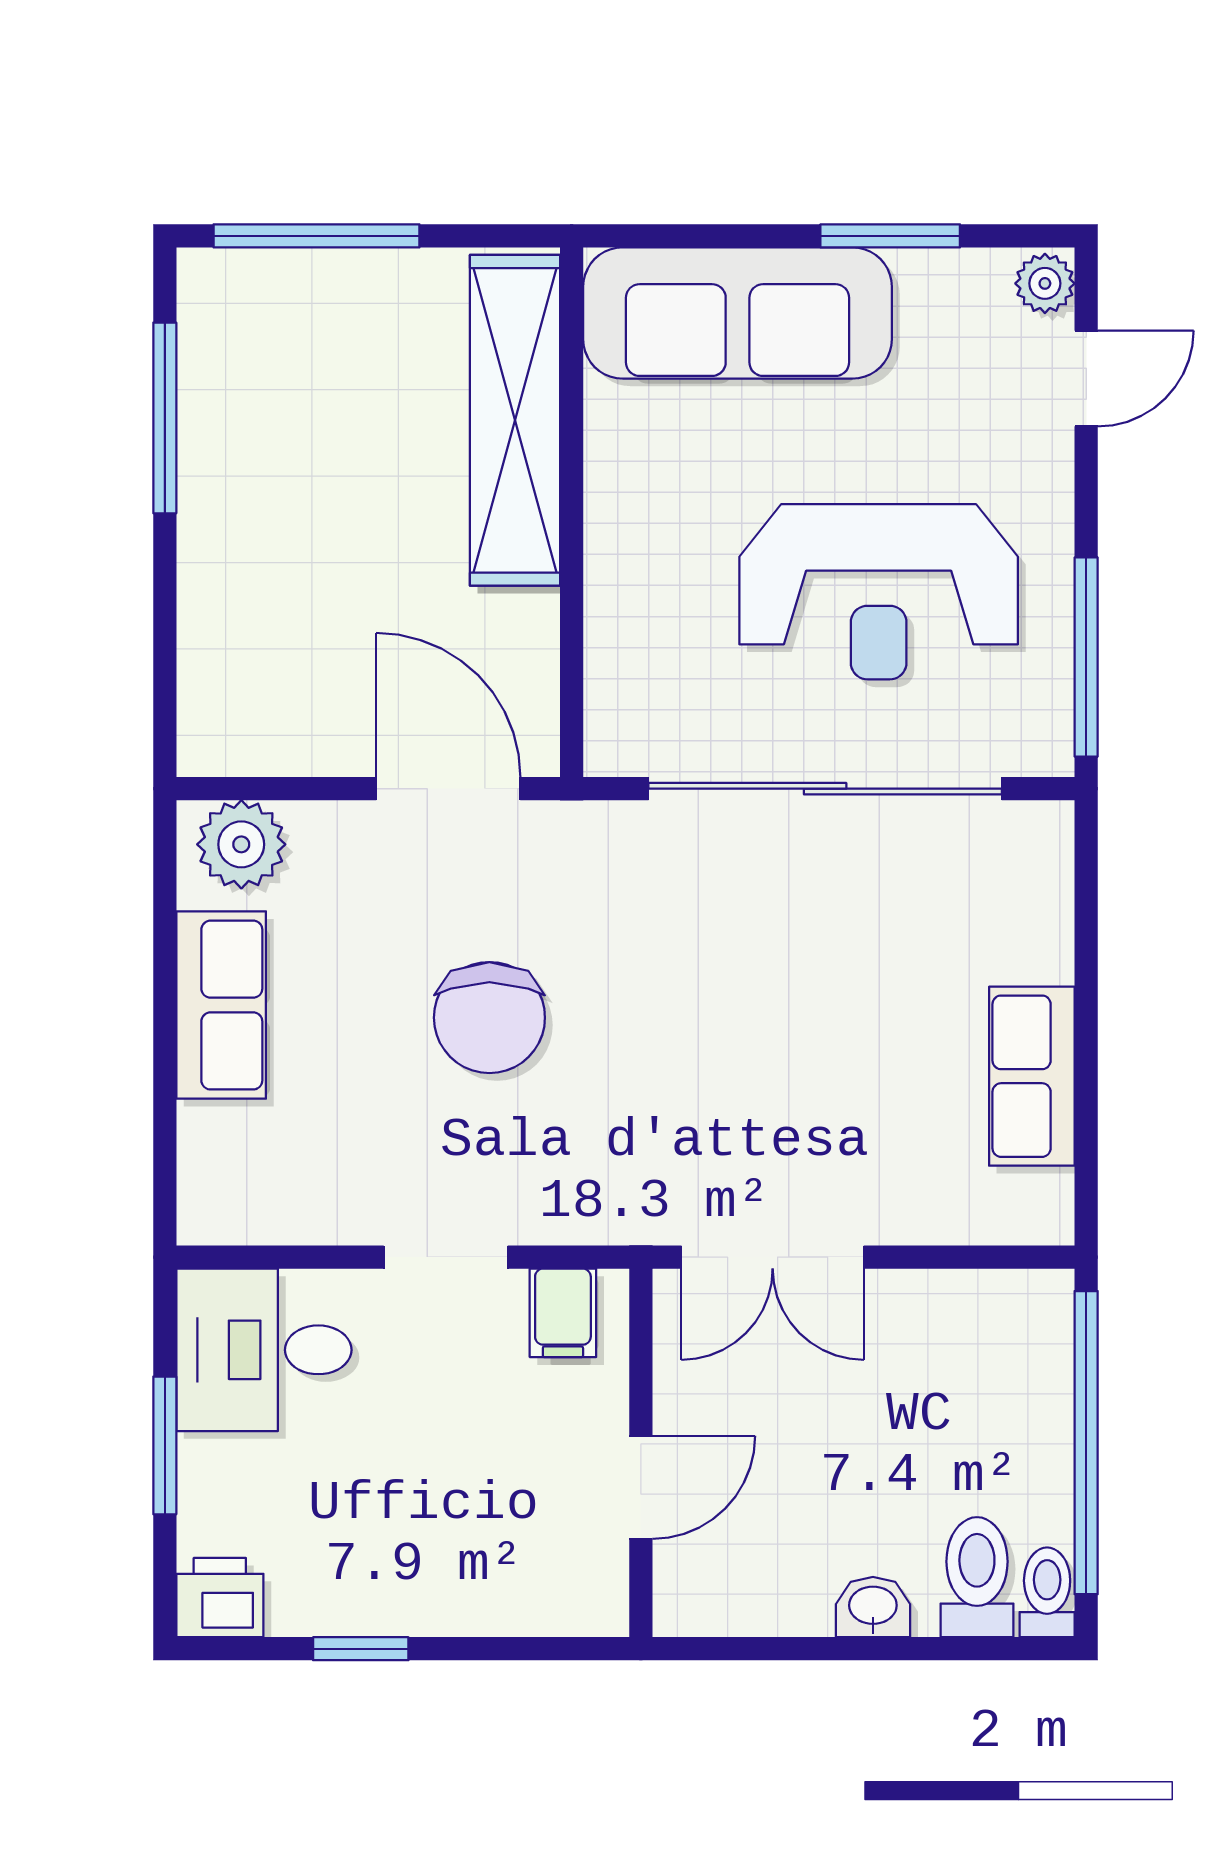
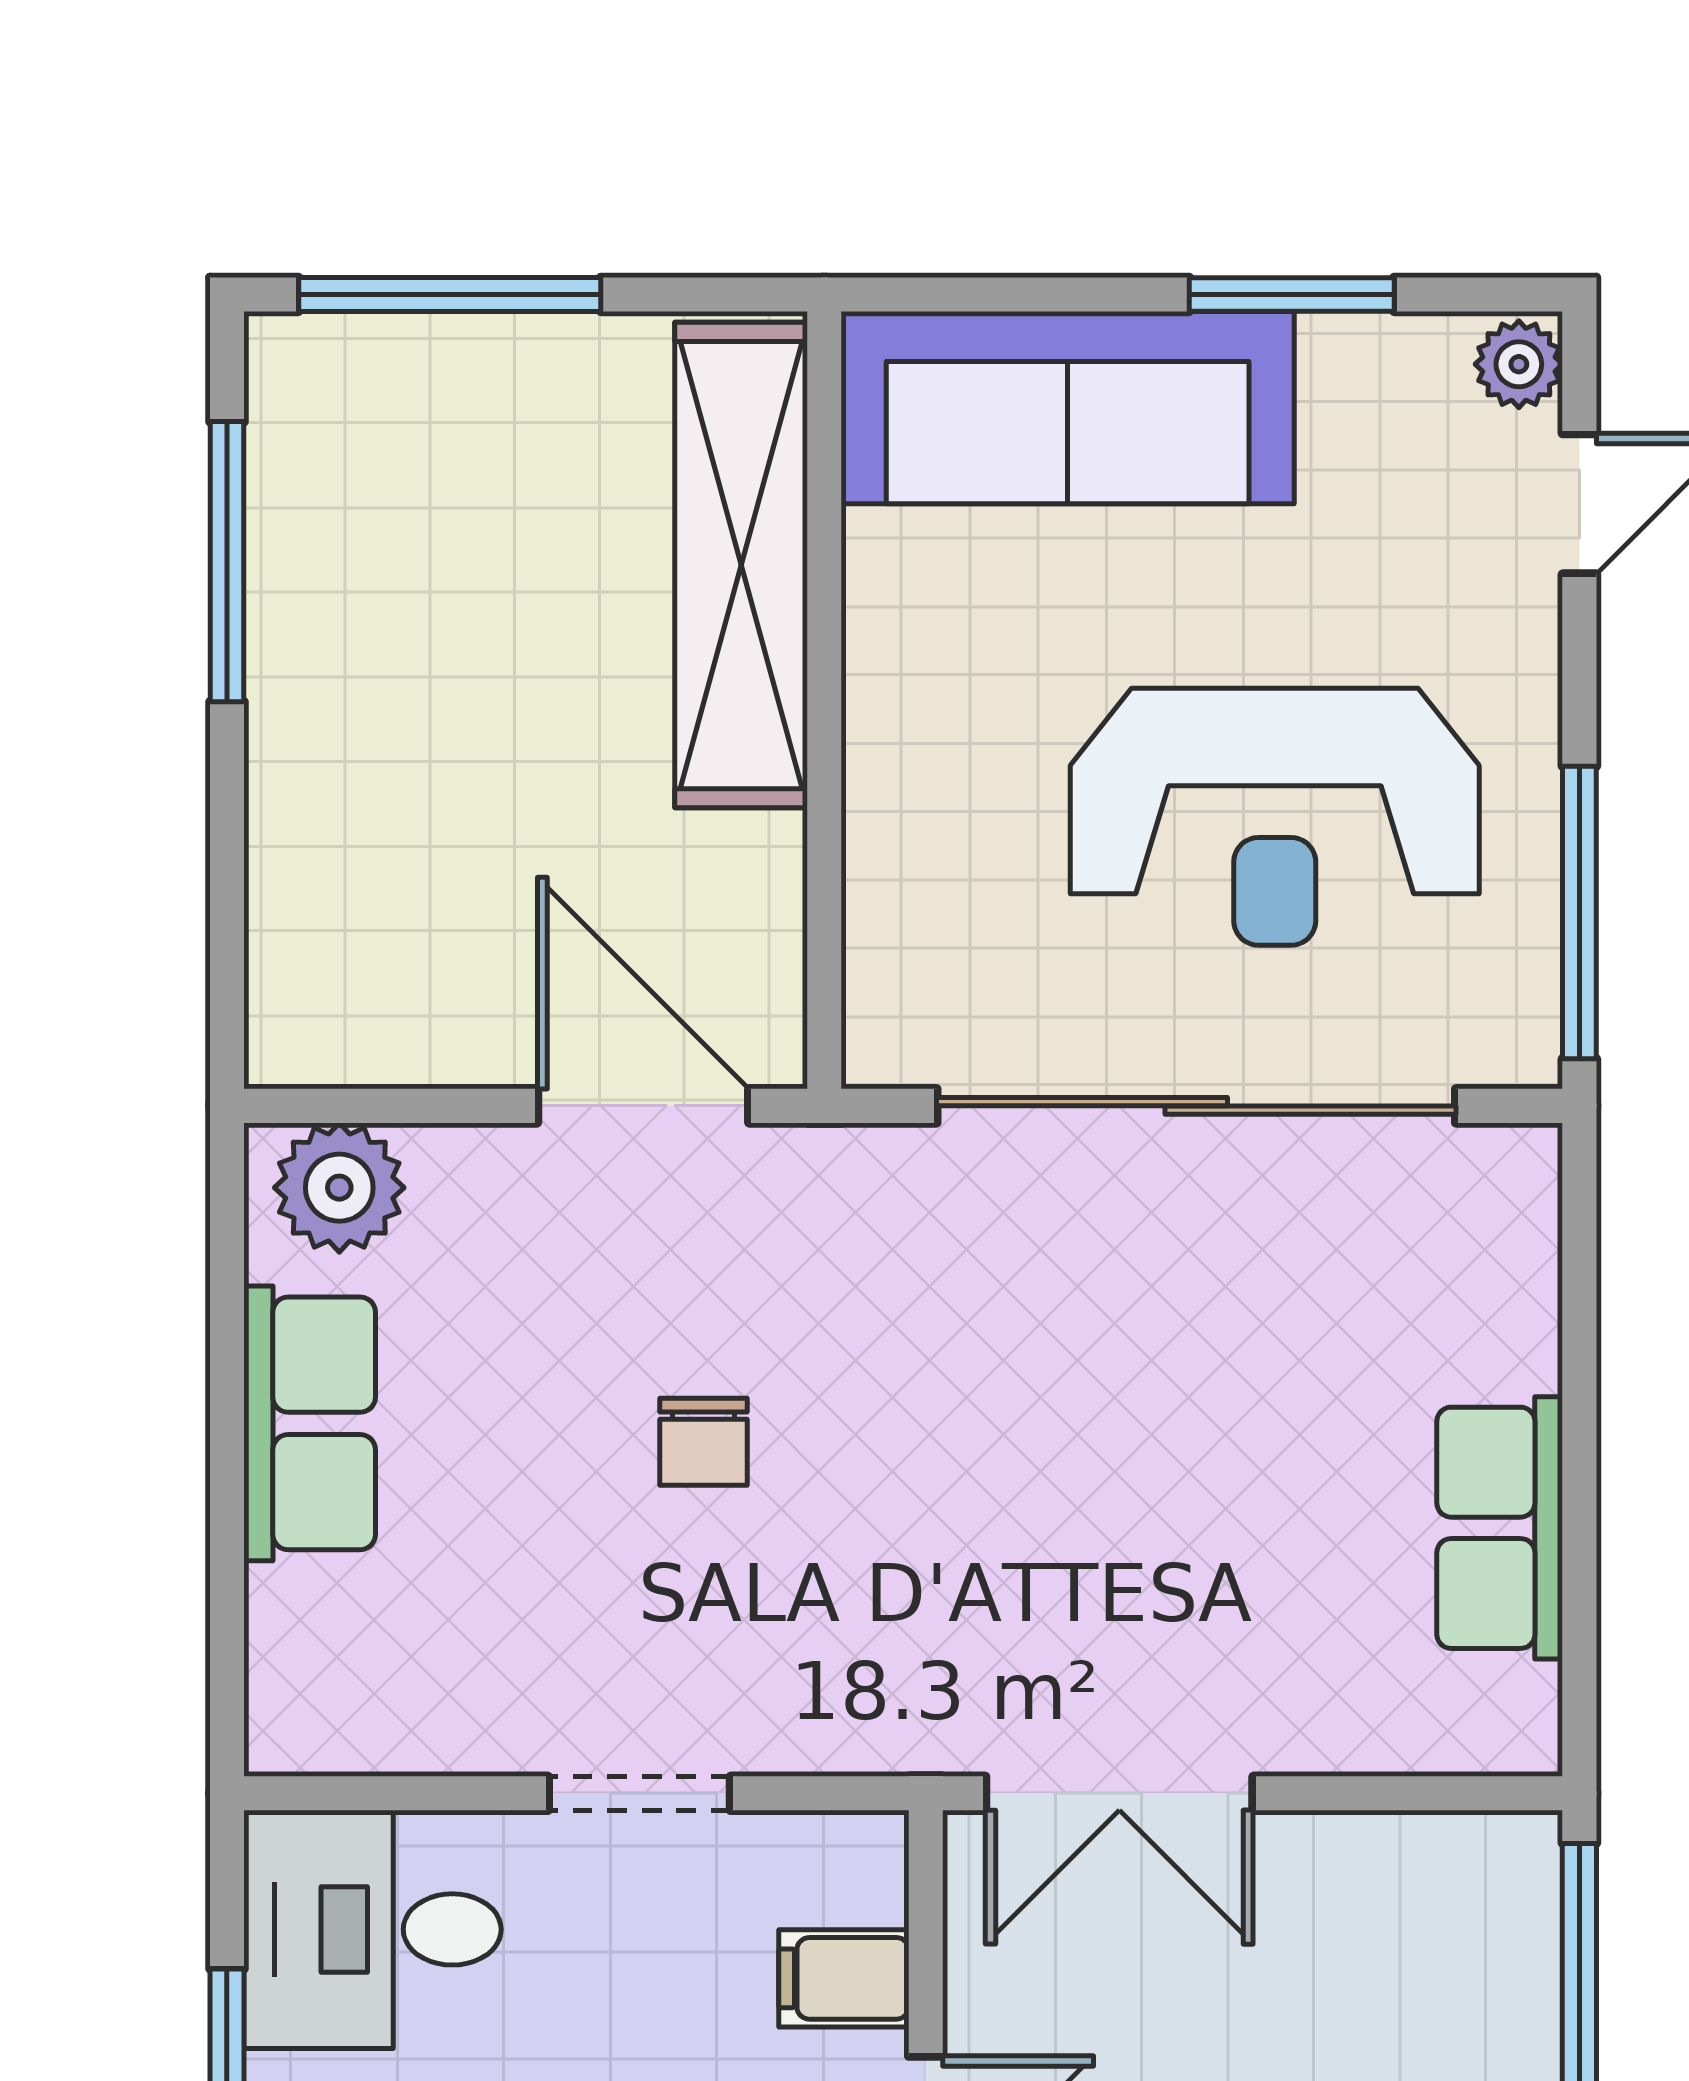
chair: (489, 1018) -> (704, 1442), width x0.54, depth x0.54
filing cabinet: (563, 1313) -> (844, 1978), moved, turned 90

